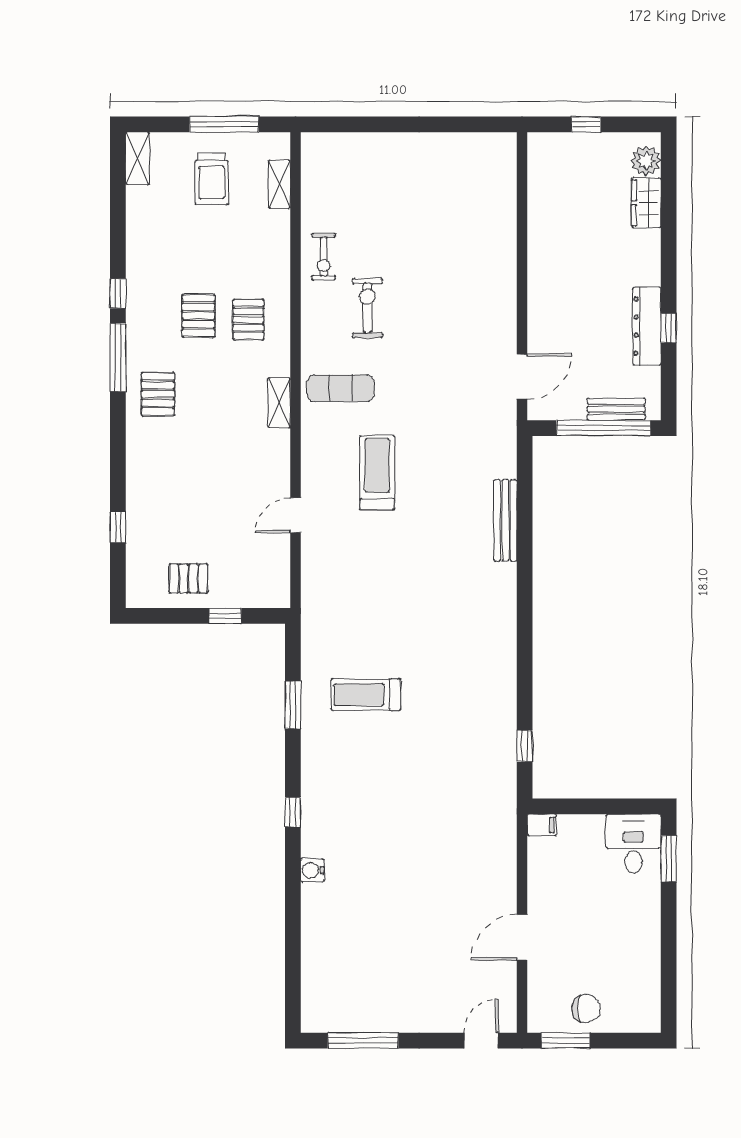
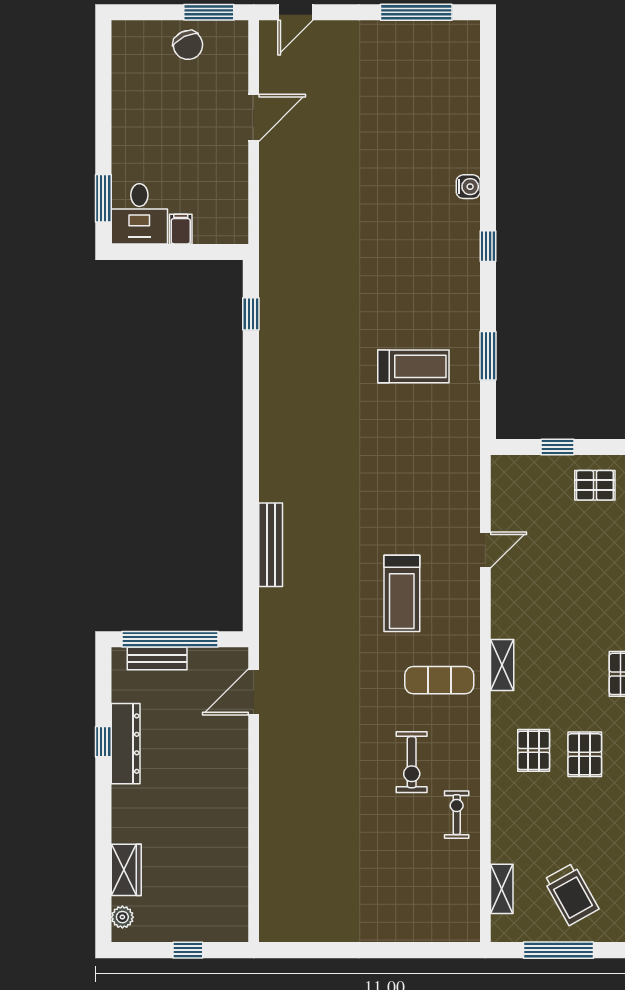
plant: (646, 161) -> (122, 917), width x0.73, depth x0.73
trolley: (212, 179) -> (571, 894), turned 151
filing cabinet: (542, 825) -> (181, 229), moved, turned 90
chair: (586, 1008) -> (188, 45), turned -116

